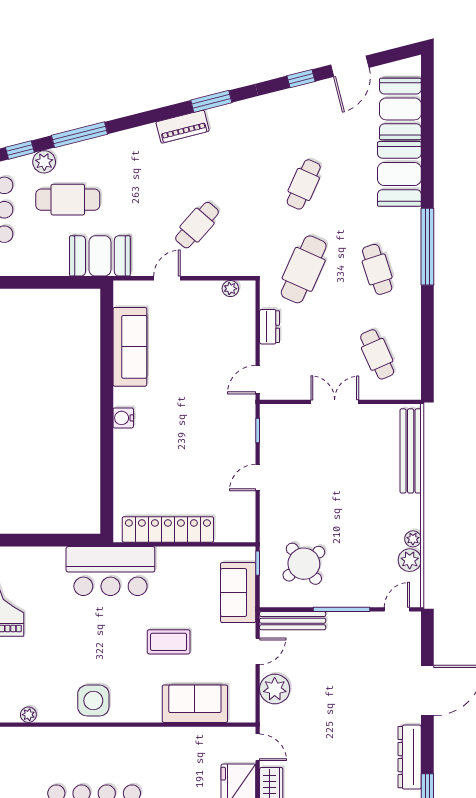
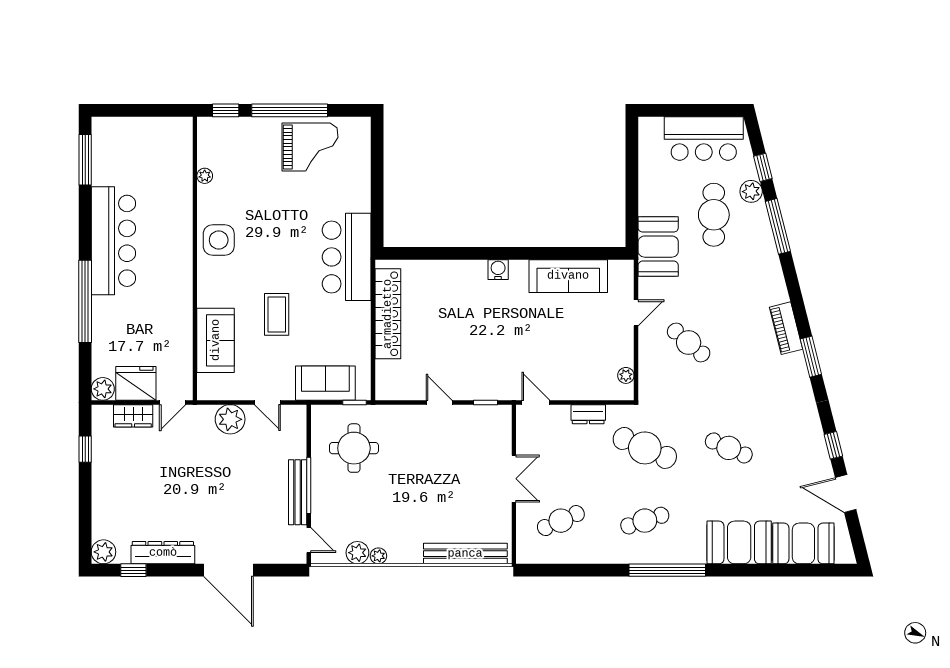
door: (167, 278) -> (636, 313), hinge flipped
round table: (304, 564) -> (354, 448), turned 38
bench: (293, 621) -> (298, 492), moved

